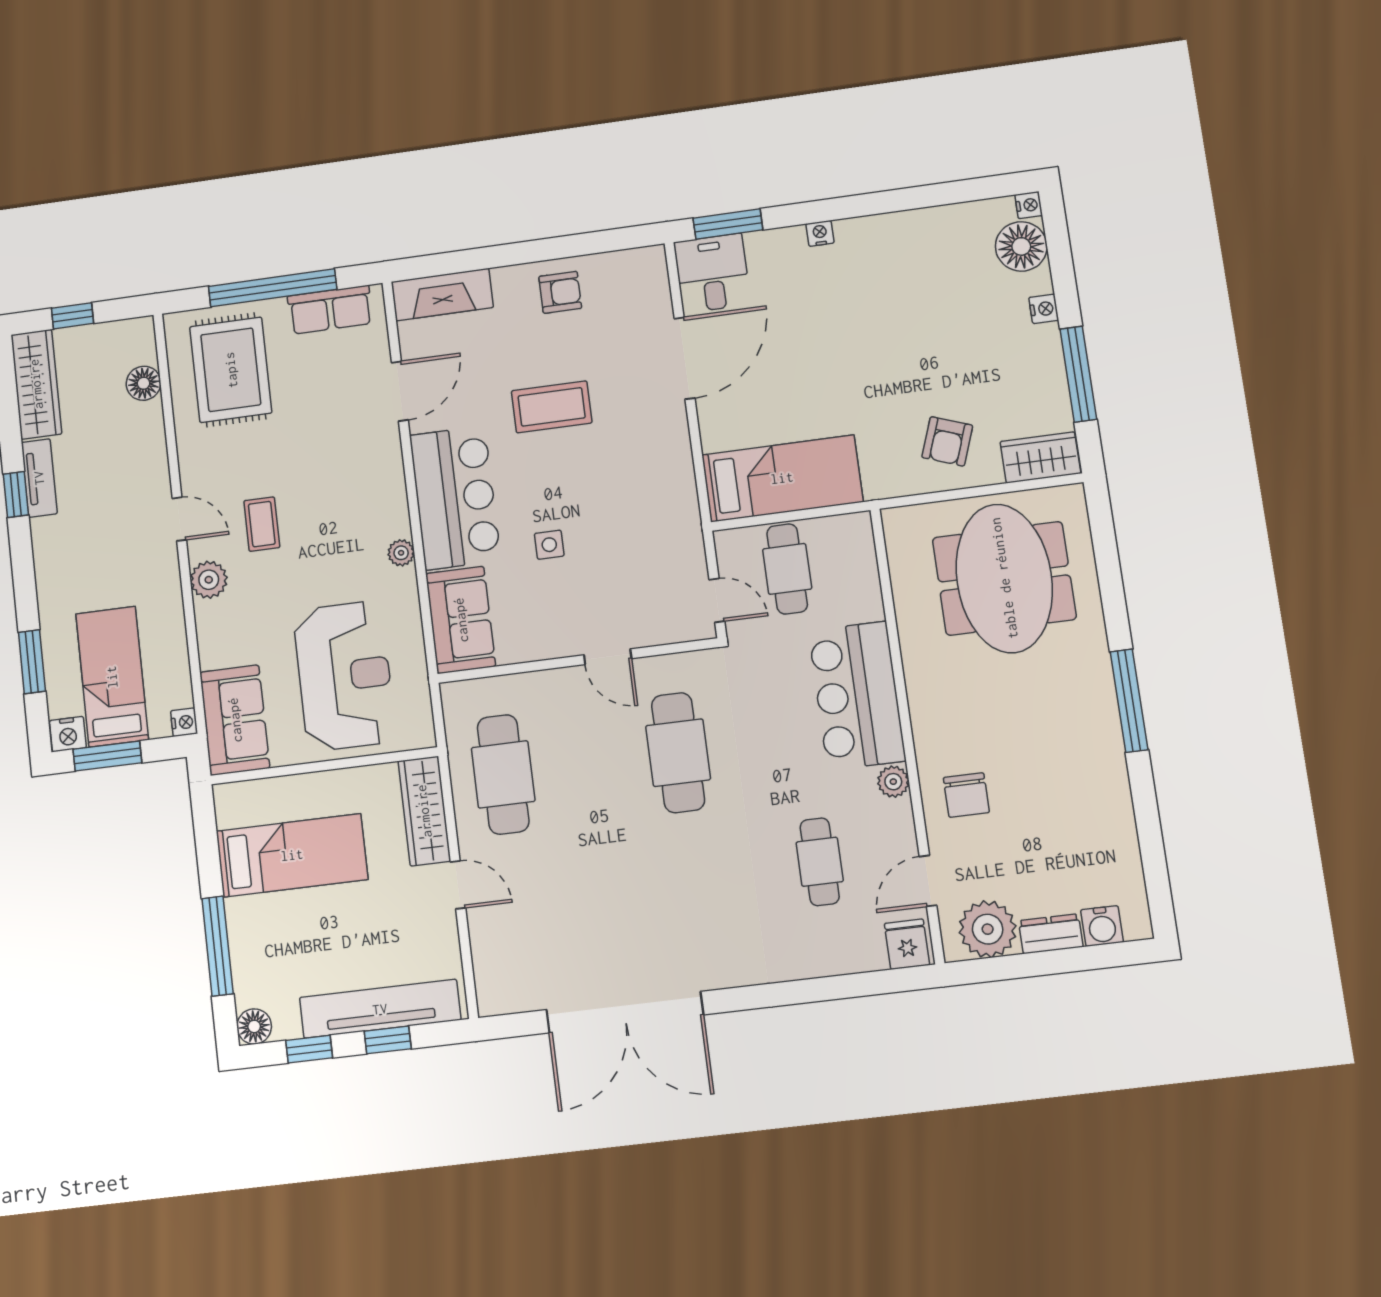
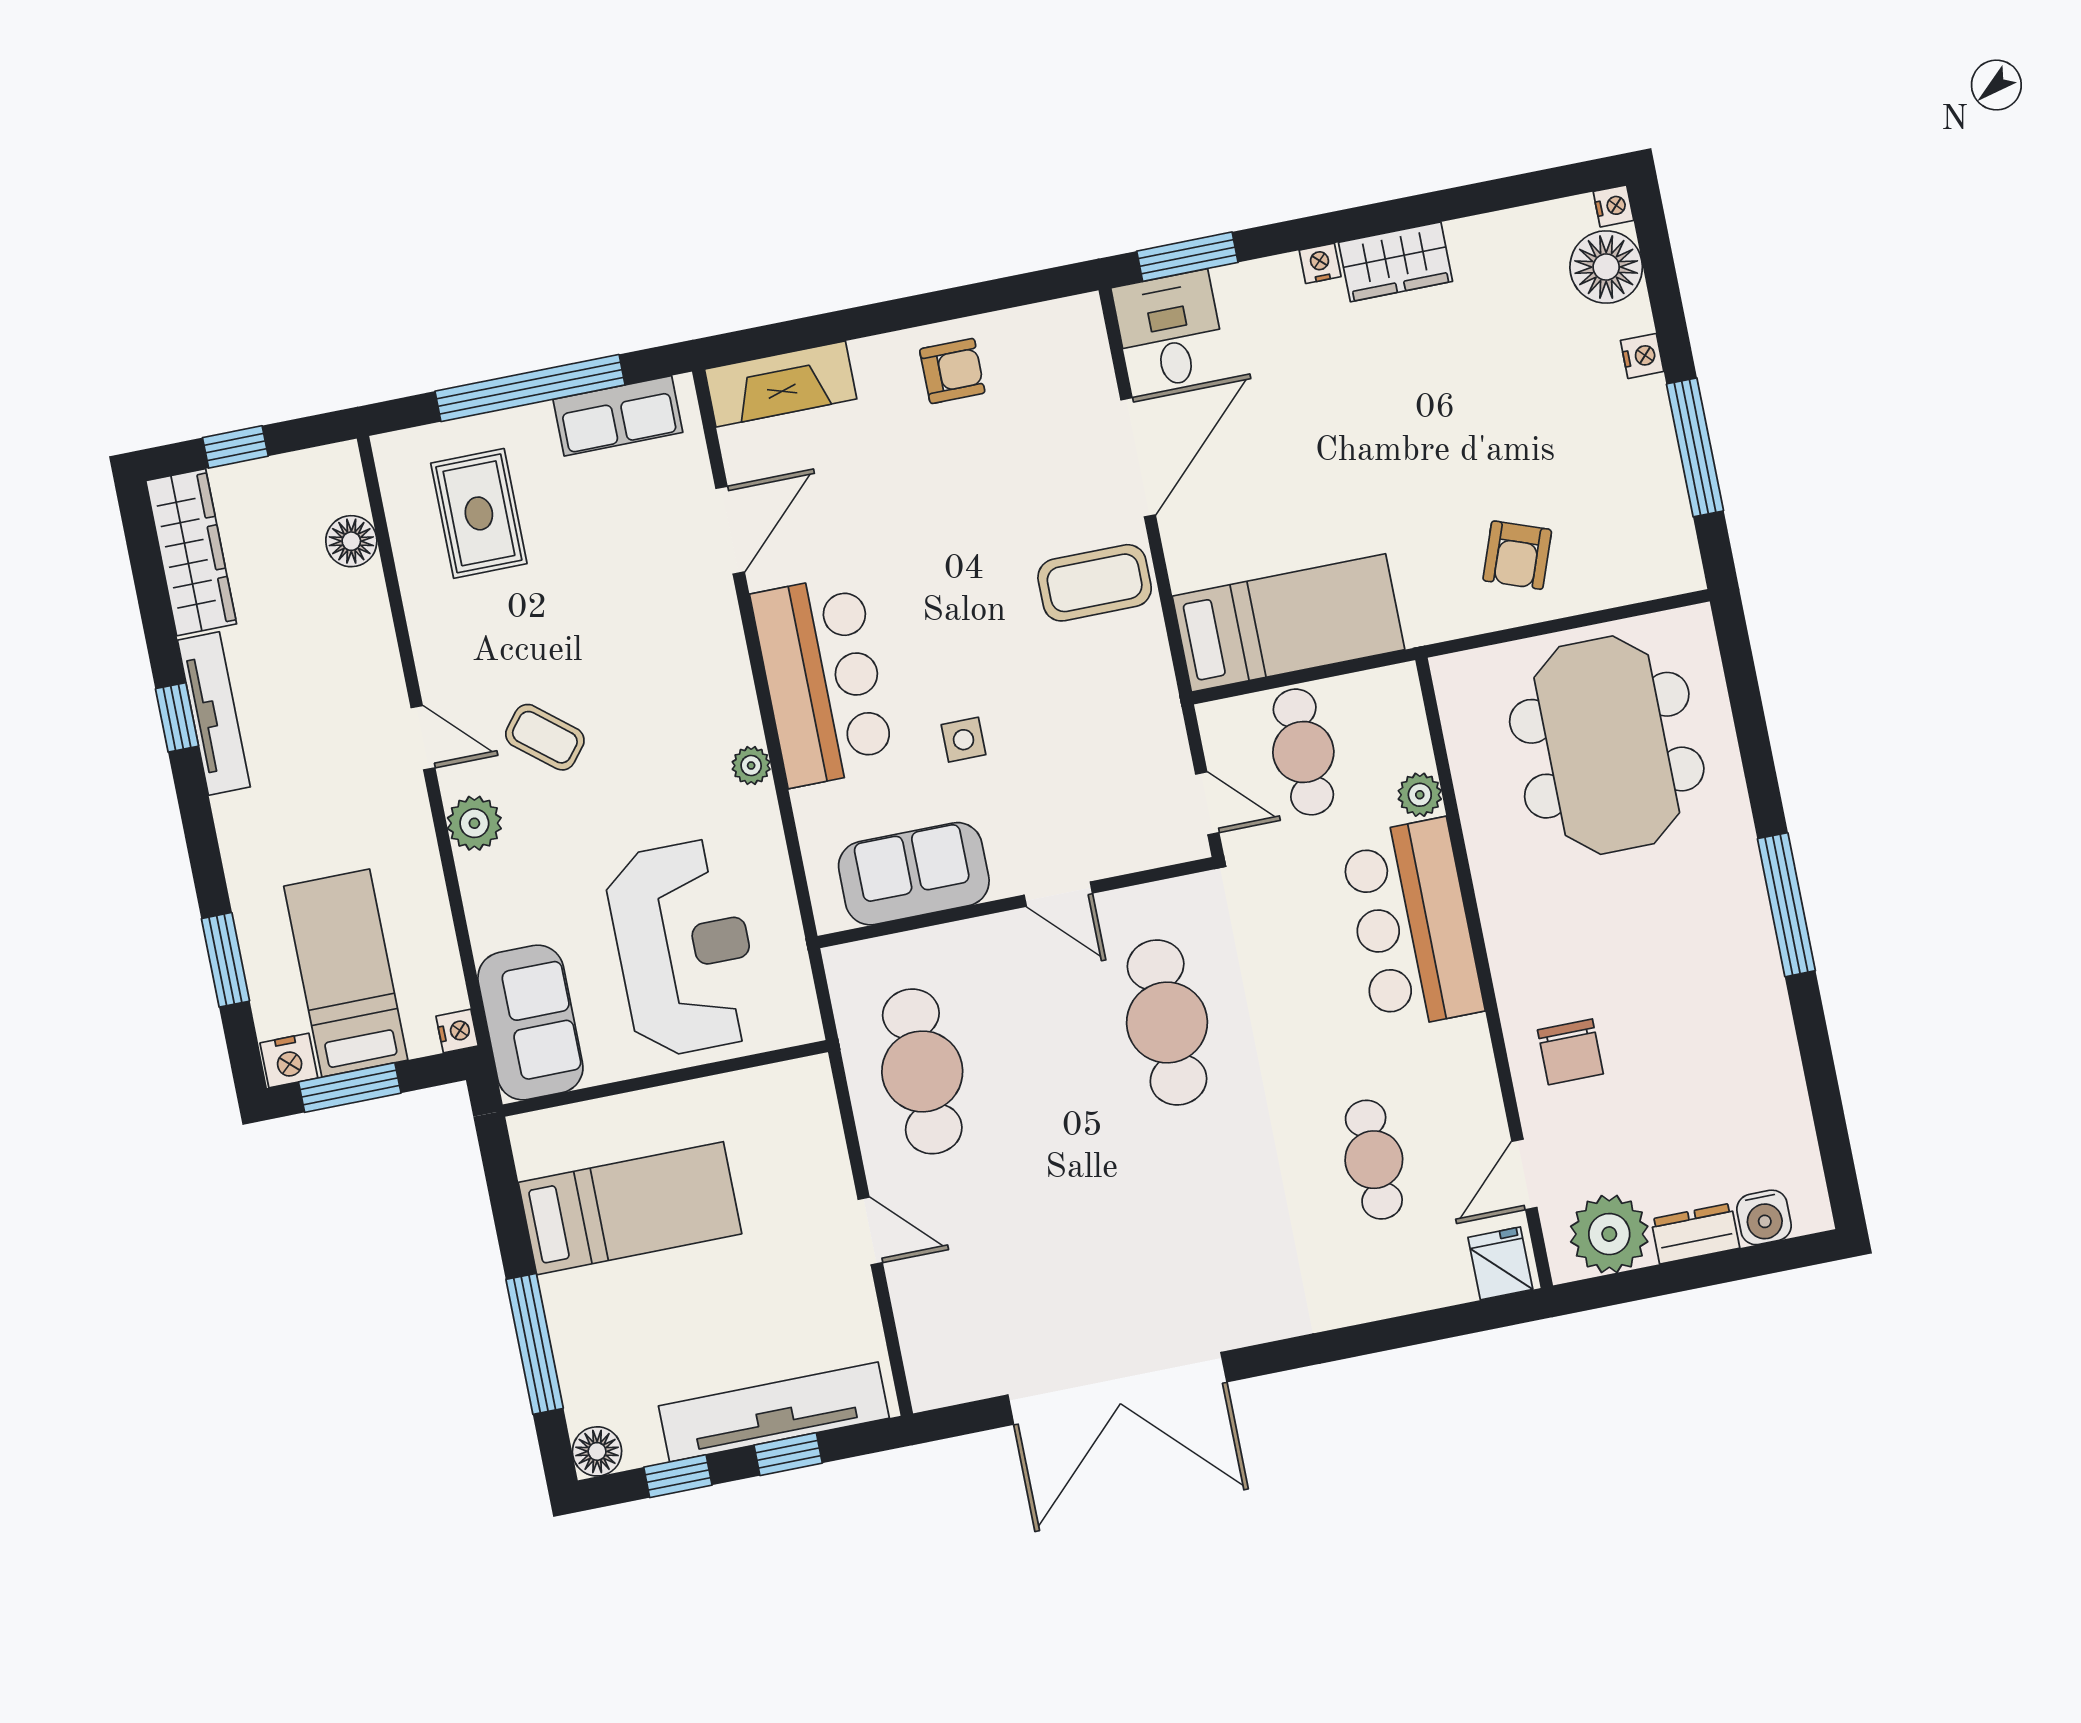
rug: (231, 370) -> (479, 513), width x0.73, depth x0.70
coffee table: (552, 407) -> (1095, 583), moved
wardrobe: (1040, 457) -> (1396, 262), moved, turned 180
tv unit: (39, 478) -> (214, 713), width x1.41
coffee table: (262, 524) -> (545, 737), turned -51
sofa: (461, 620) -> (914, 874), moved, turned -90
plant: (893, 782) -> (1420, 795), moved
wardrobe: (424, 811) -> (814, 1131), removed

